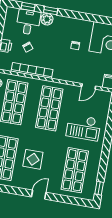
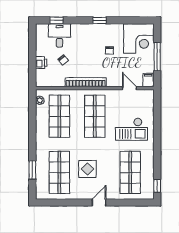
window: (51, 11) -> (100, 20), moved
plant: (47, 19) -> (77, 29), removed
bookcase: (32, 71) -> (86, 82), moved
door: (89, 86) -> (129, 88), swing flipped

